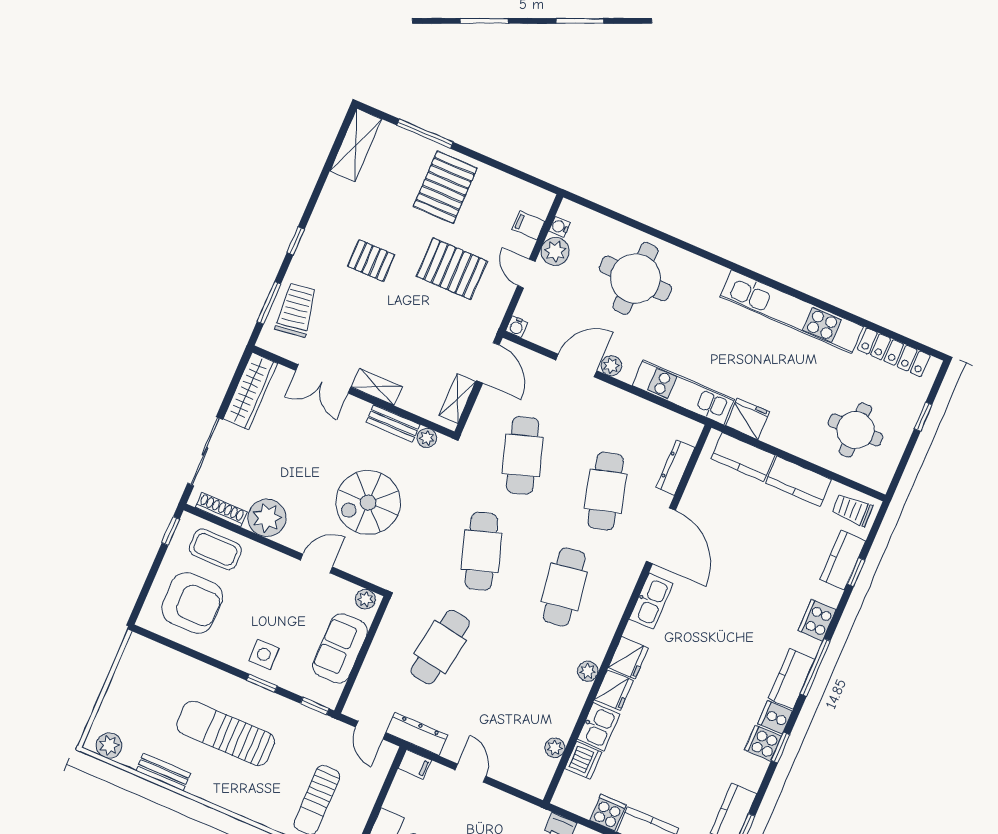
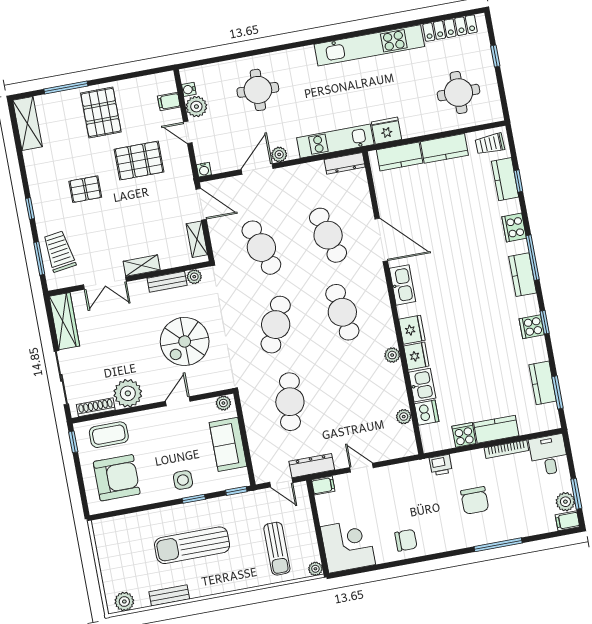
round table: (635, 278) -> (258, 90), width x0.73, depth x0.73
dresser: (675, 468) -> (345, 163), moved, turned -90
cafe table: (481, 551) -> (276, 325), turned 42
cooker: (775, 717) -> (528, 306), removed

